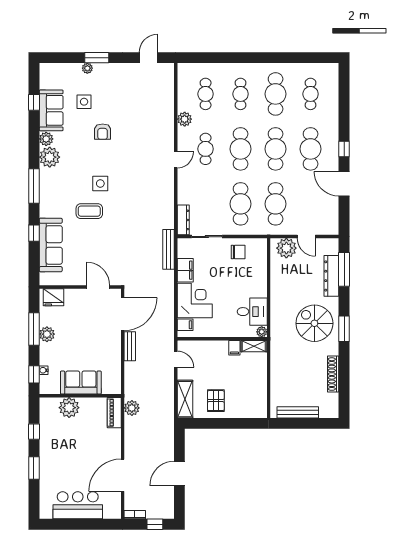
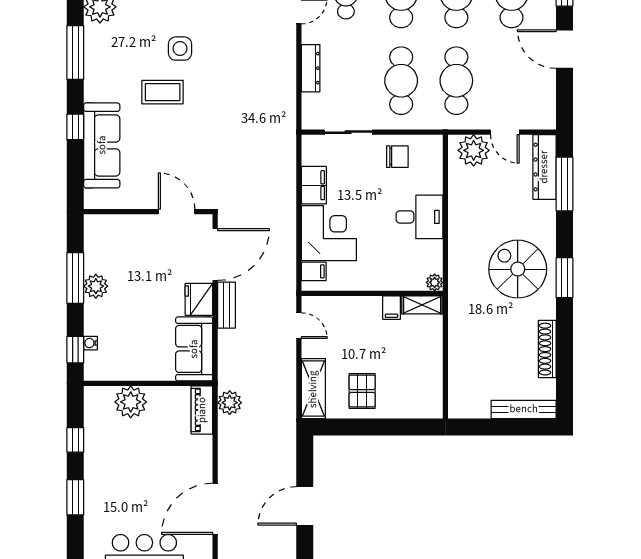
dresser: (183, 220) -> (311, 68), moved
bench: (169, 249) -> (288, 153), removed
dresser: (331, 276) -> (544, 167), moved
fridge: (54, 297) -> (199, 299), moved, turned 90
desk: (252, 312) -> (420, 217), moved
sofa: (81, 382) -> (194, 349), moved, turned -90
bench: (298, 412) -> (524, 409), moved

